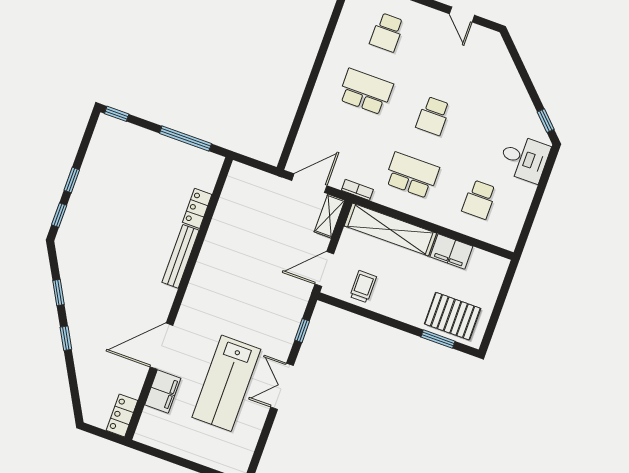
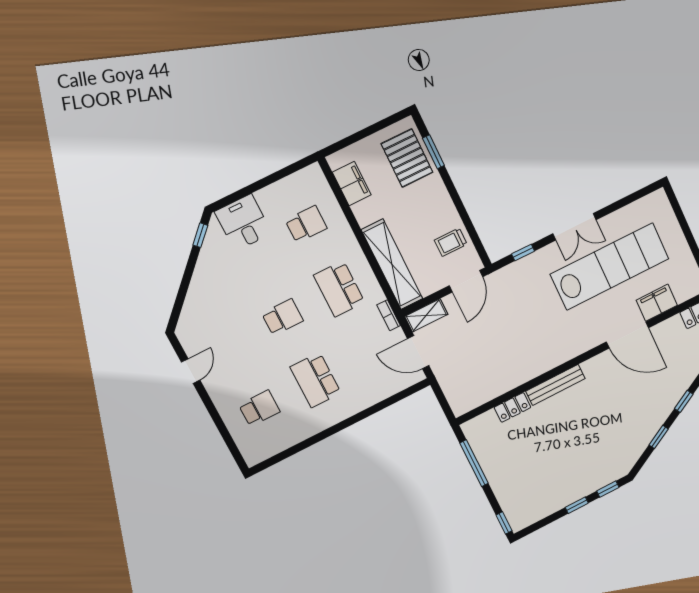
filing cabinet: (451, 252) -> (352, 183), moved
door: (324, 269) -> (466, 281), hinge flipped
lab bench: (226, 383) -> (610, 266), width x1.36

